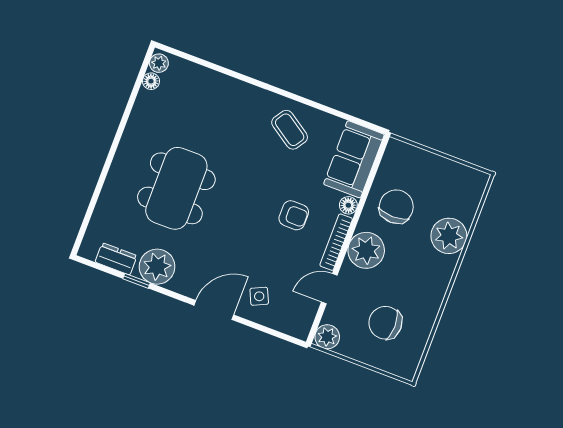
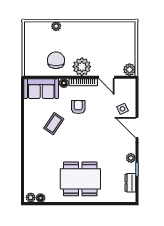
coffee table: (290, 130) -> (54, 124), moved
dining table: (176, 188) -> (80, 179), moved
chair: (396, 207) -> (56, 60), turned 90
plant: (449, 236) -> (56, 26), width x0.53, depth x0.53
plant: (157, 267) -> (131, 158), width x0.53, depth x0.53
chair: (385, 323) -> (113, 45), removed

